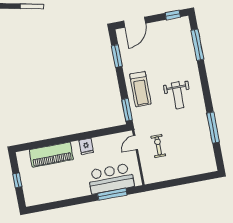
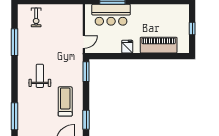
treadmill: (140, 89) -> (65, 101), moved
exercise bike: (158, 146) -> (36, 17), moved

